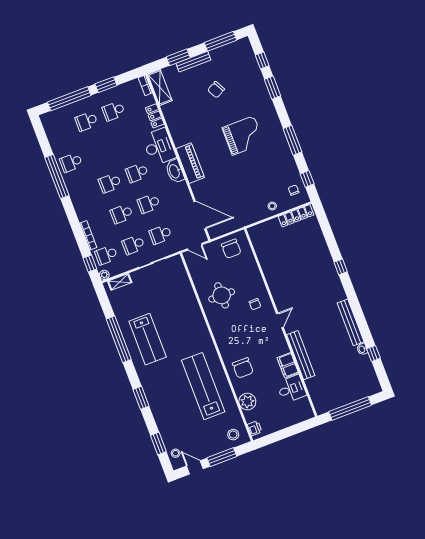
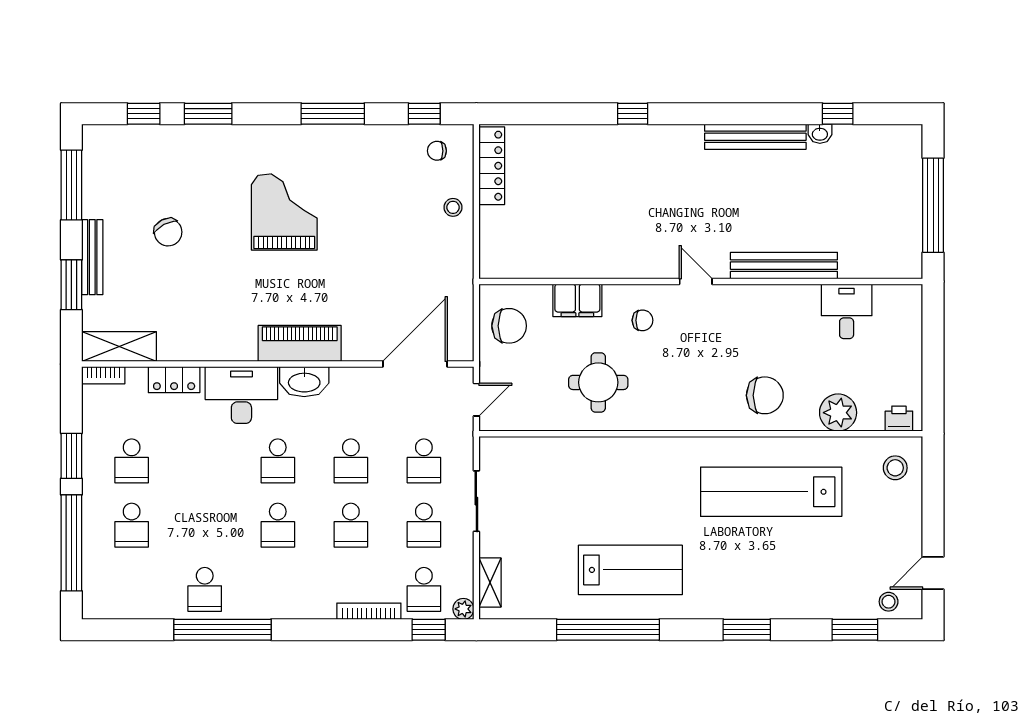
filing cabinet: (288, 365) -> (577, 300), moved
window: (222, 457) -> (933, 509), removed

